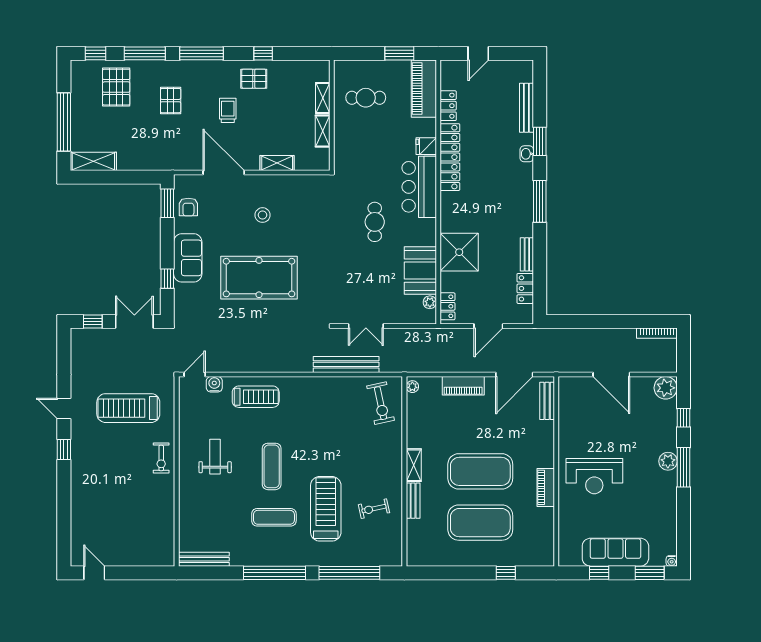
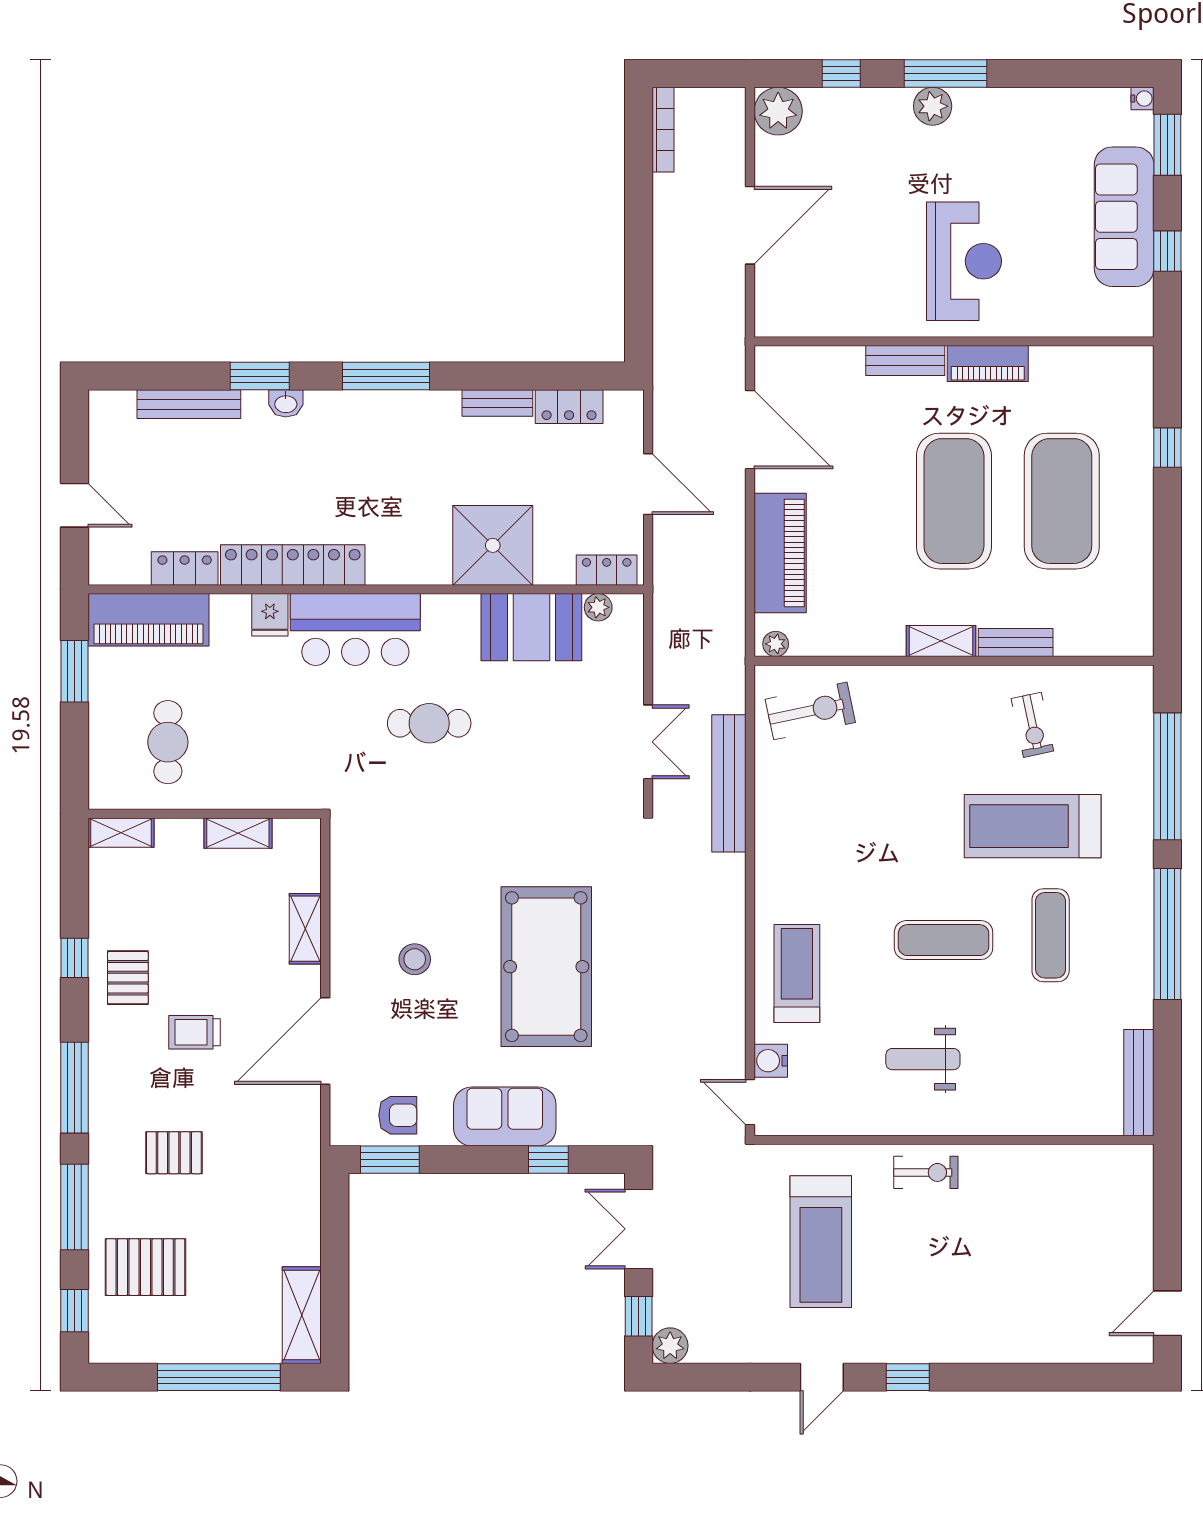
shelving: (323, 98) -> (121, 833), moved
plant: (79, 336) -> (670, 1346), added
piano: (463, 386) -> (780, 553), width x1.37, depth x1.33
bench: (547, 401) -> (905, 360), moved

